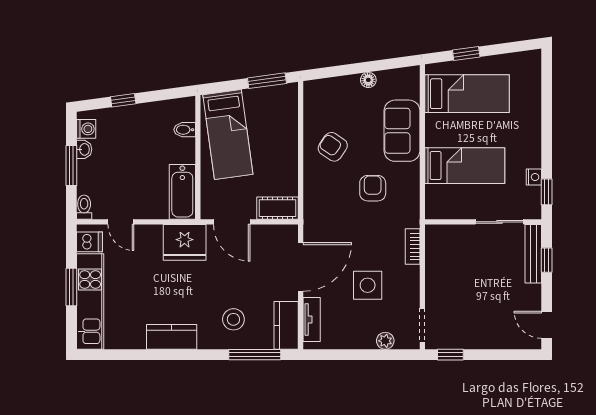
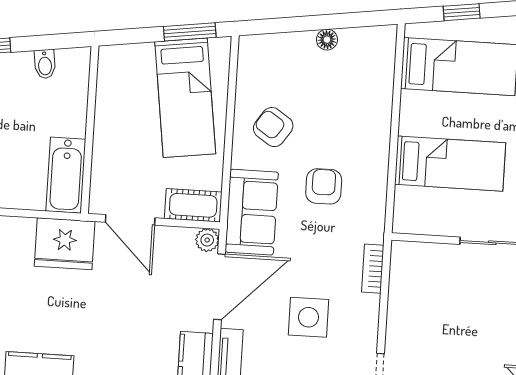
bidet: (185, 130) -> (45, 64), moved, turned -98
sofa: (402, 131) -> (252, 212), moved, turned 180
bed: (228, 135) -> (185, 98), moved
plant: (289, 233) -> (207, 240), added
stool: (233, 319) -> (124, 352), removed

